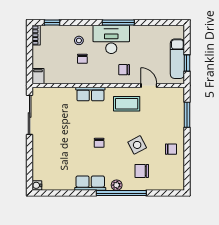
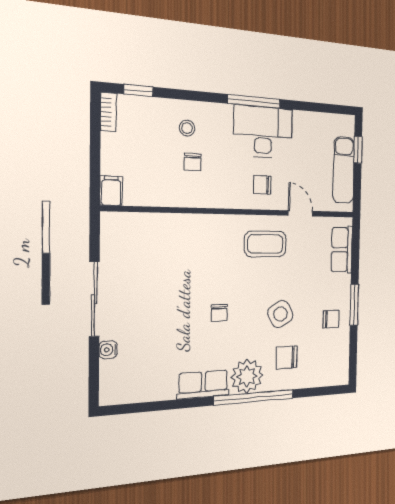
desk: (111, 39) -> (263, 132), moved
window: (187, 63) -> (358, 150), moved
row of seats: (90, 94) -> (342, 250), moved, turned 90
sliding door: (30, 115) -> (94, 299), moved
window: (187, 115) -> (354, 305), moved
water cooler: (37, 185) -> (108, 350), moved
plant: (117, 185) -> (247, 376), width x1.87, depth x1.87

